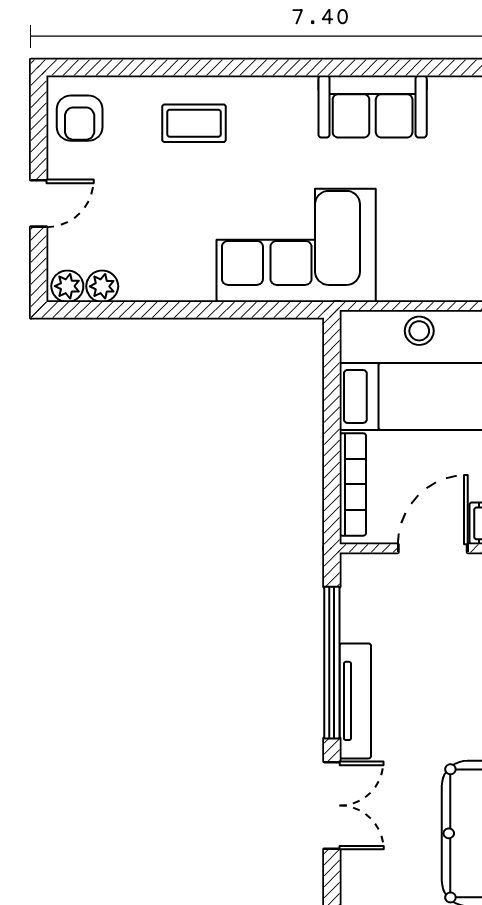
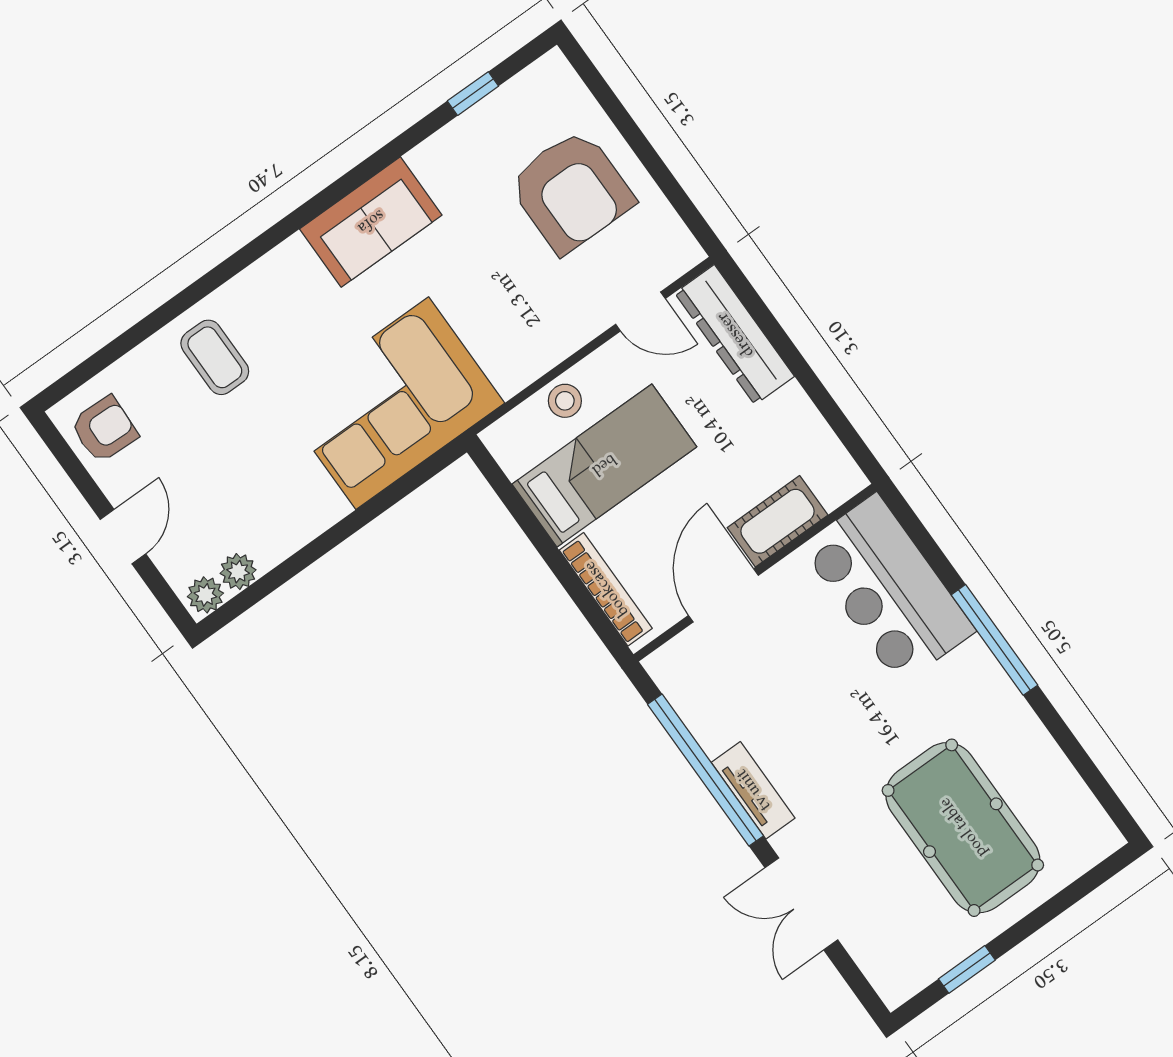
armchair: (80, 118) -> (104, 429), turned -88
coffee table: (194, 123) -> (215, 357), turned 90
tv unit: (355, 701) -> (753, 790), width x0.71
double door: (332, 805) -> (801, 904), swing flipped

